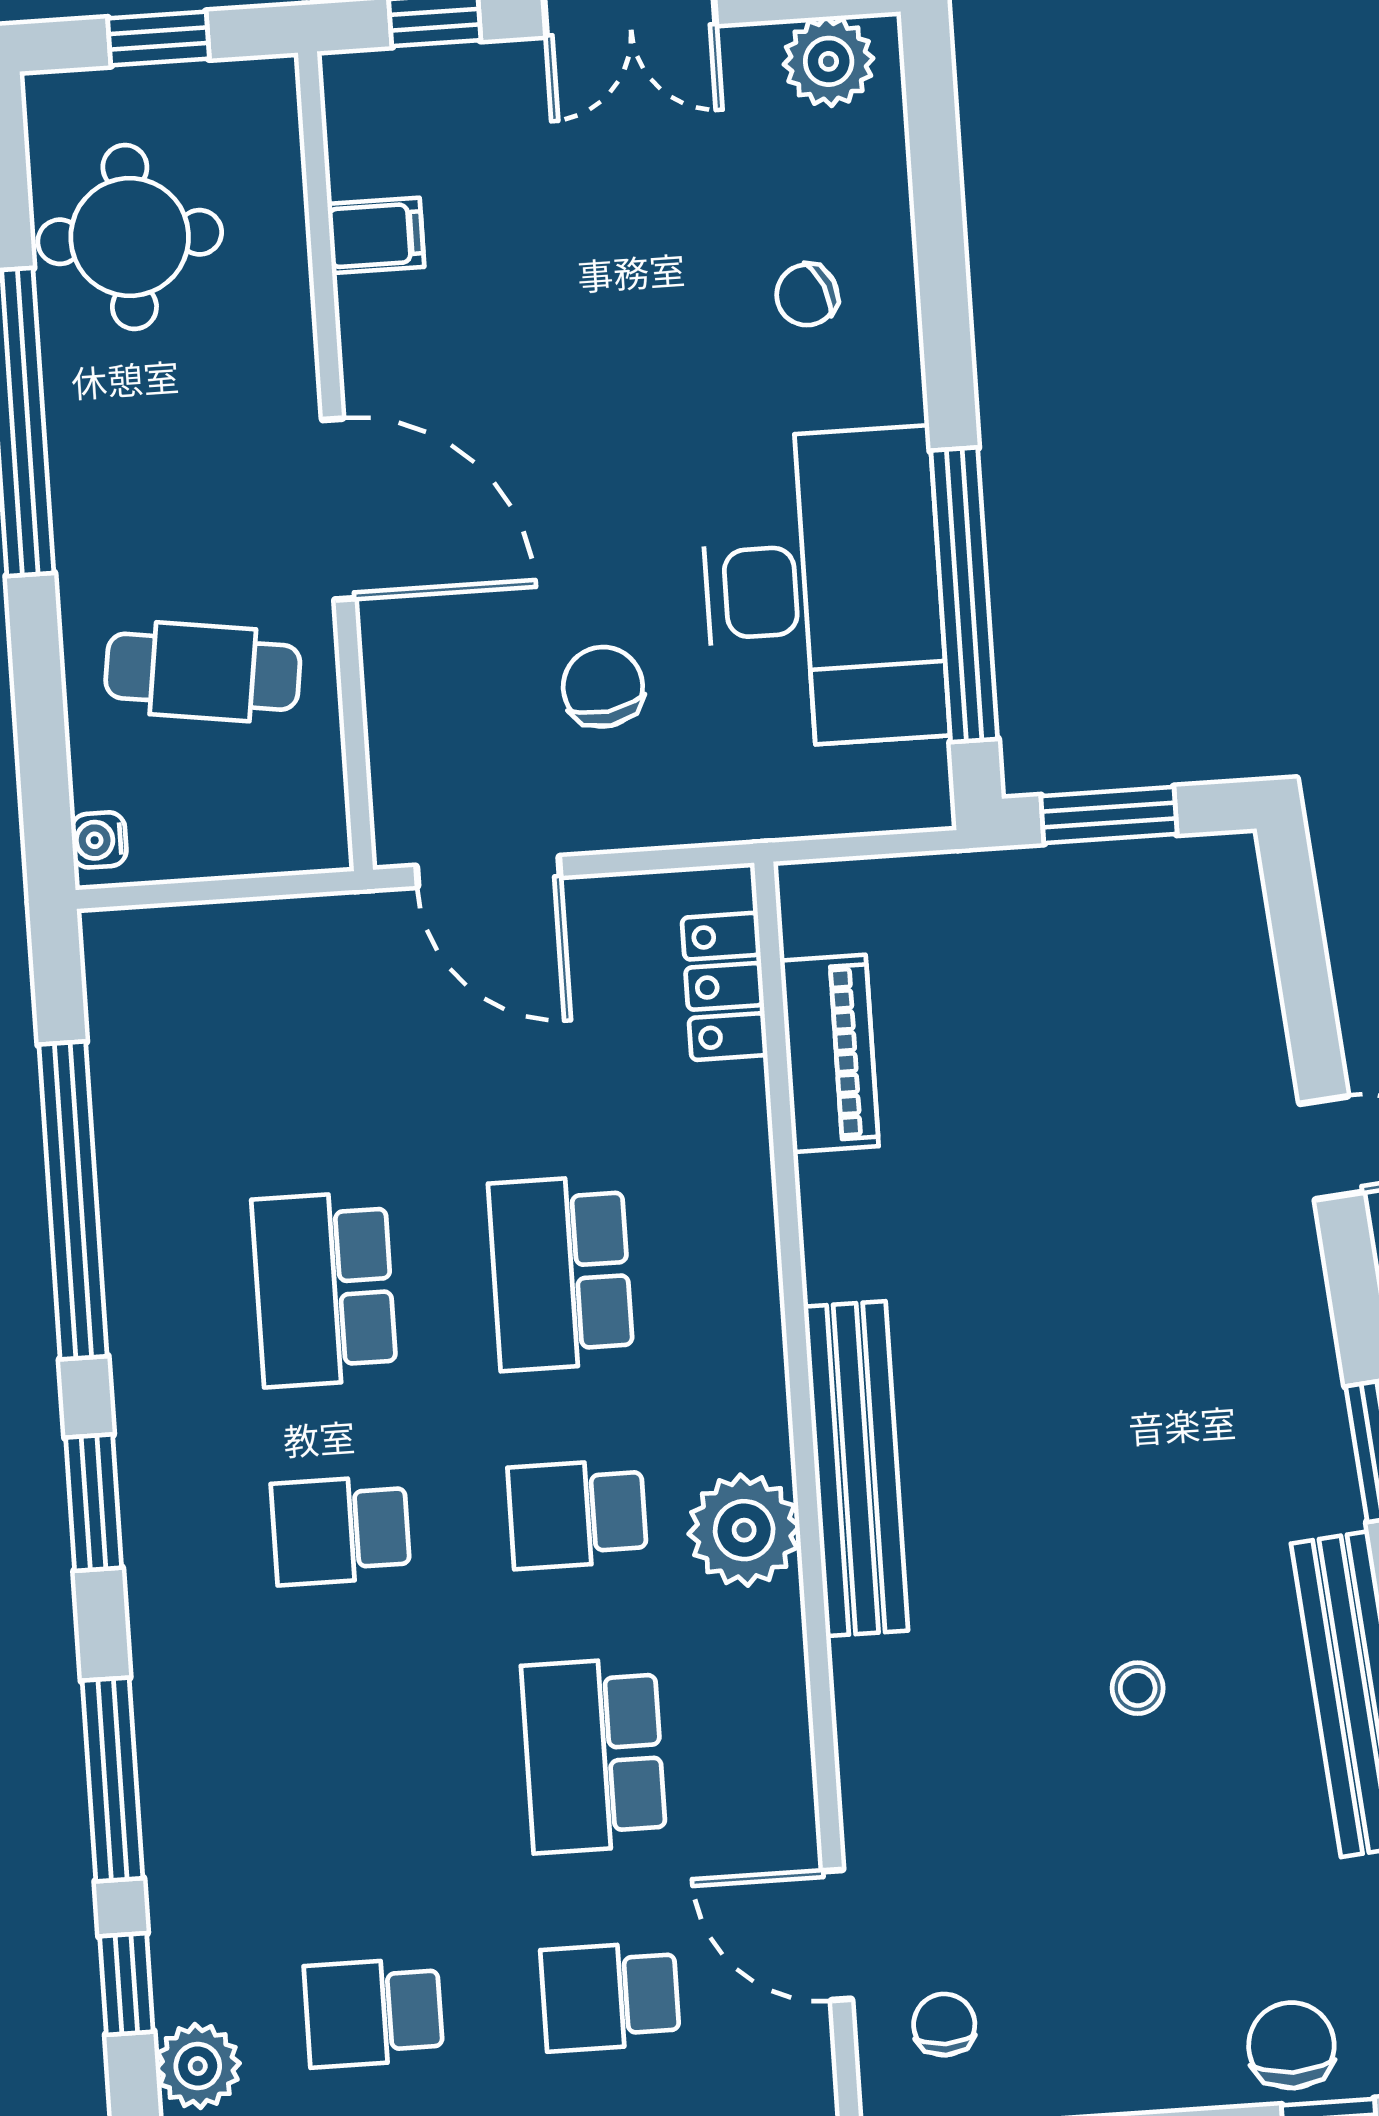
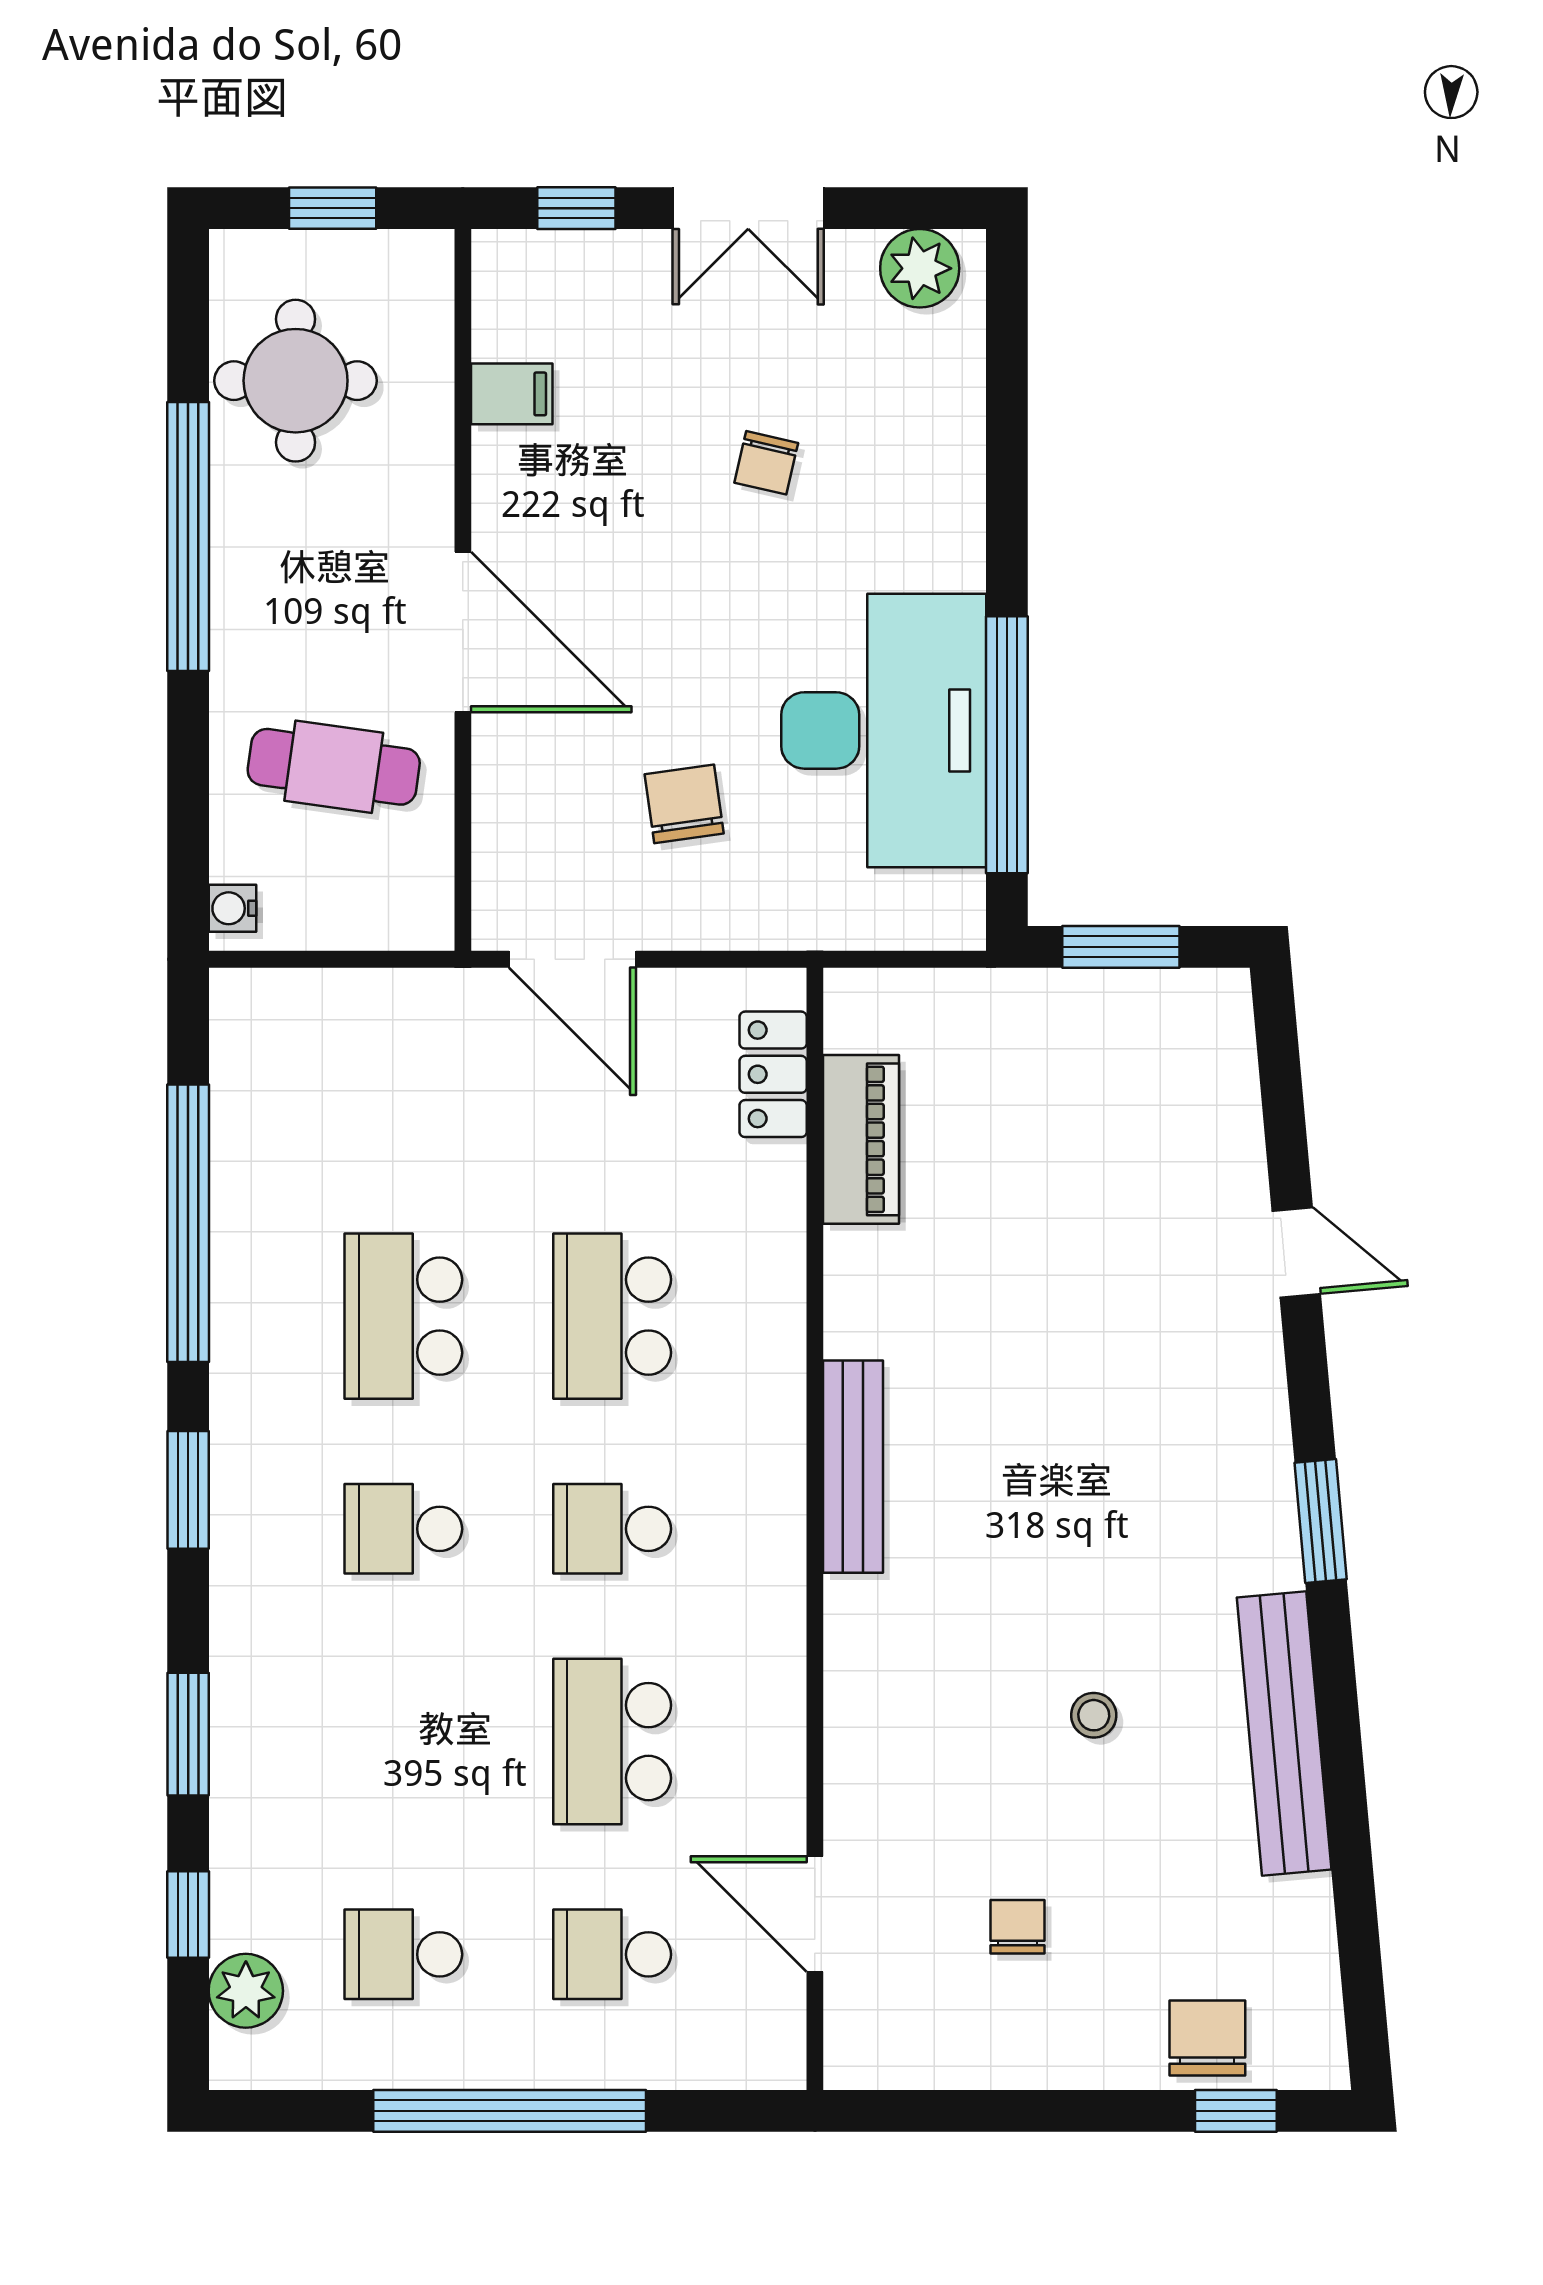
chair: (807, 295) -> (766, 463), moved, turned -54
bench: (856, 1469) -> (853, 1467), width x0.73, depth x0.82
plant: (744, 1530) -> (758, 1553), removed
window: (112, 1779) -> (188, 1734), width x0.69
chair: (944, 2025) -> (1017, 1927), moved

